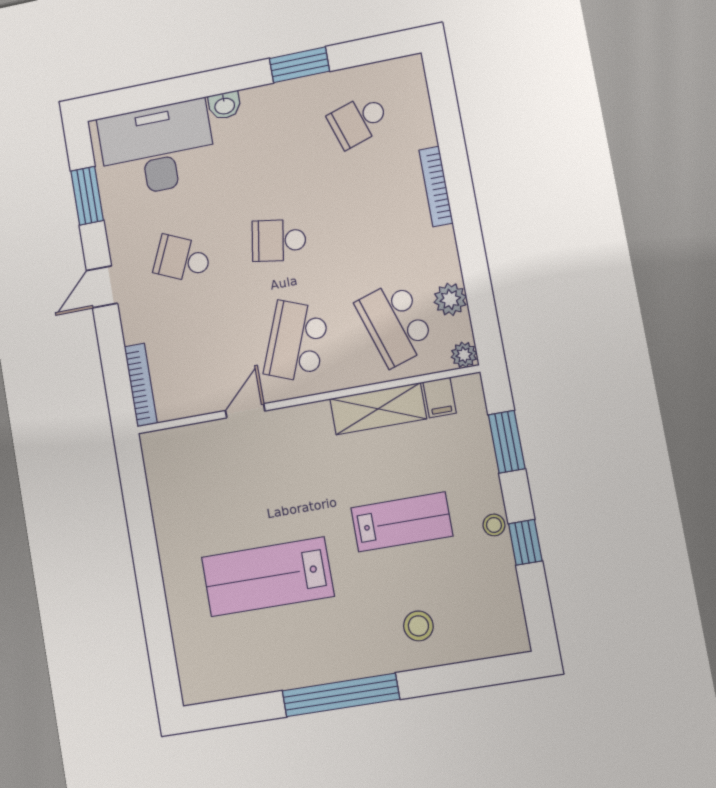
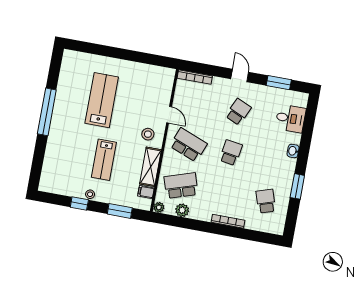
desk: (157, 149) -> (290, 118), width x0.53, depth x0.77
stool: (418, 626) -> (148, 134), moved

